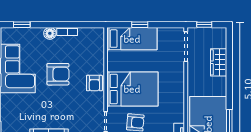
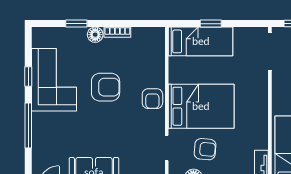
window: (22, 25) -> (76, 24), moved

